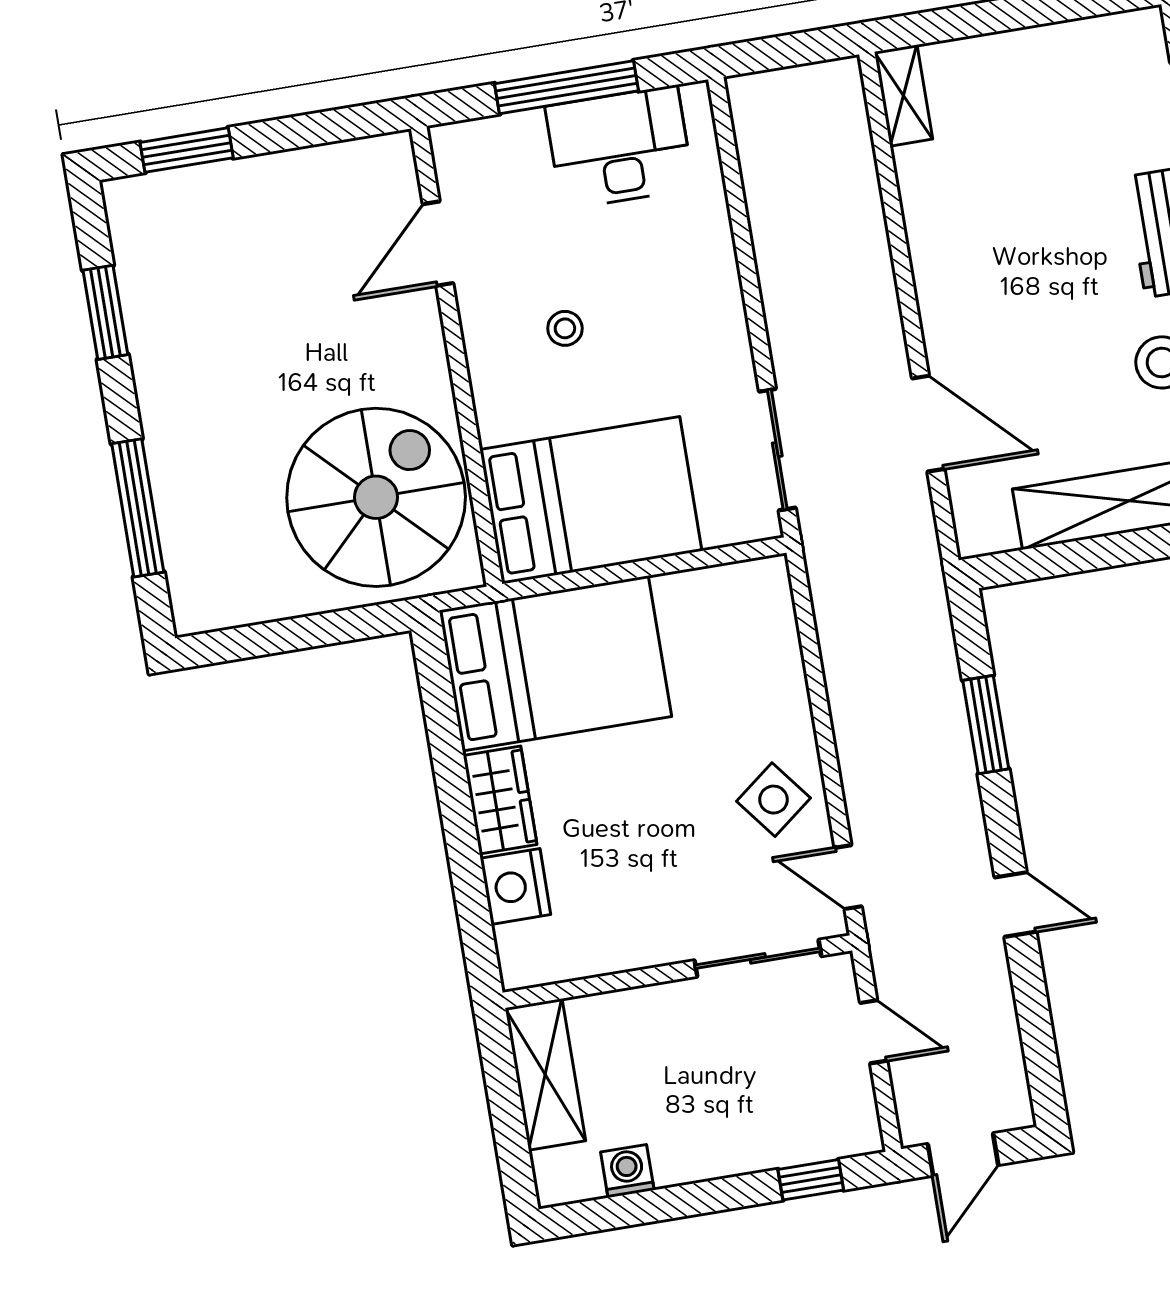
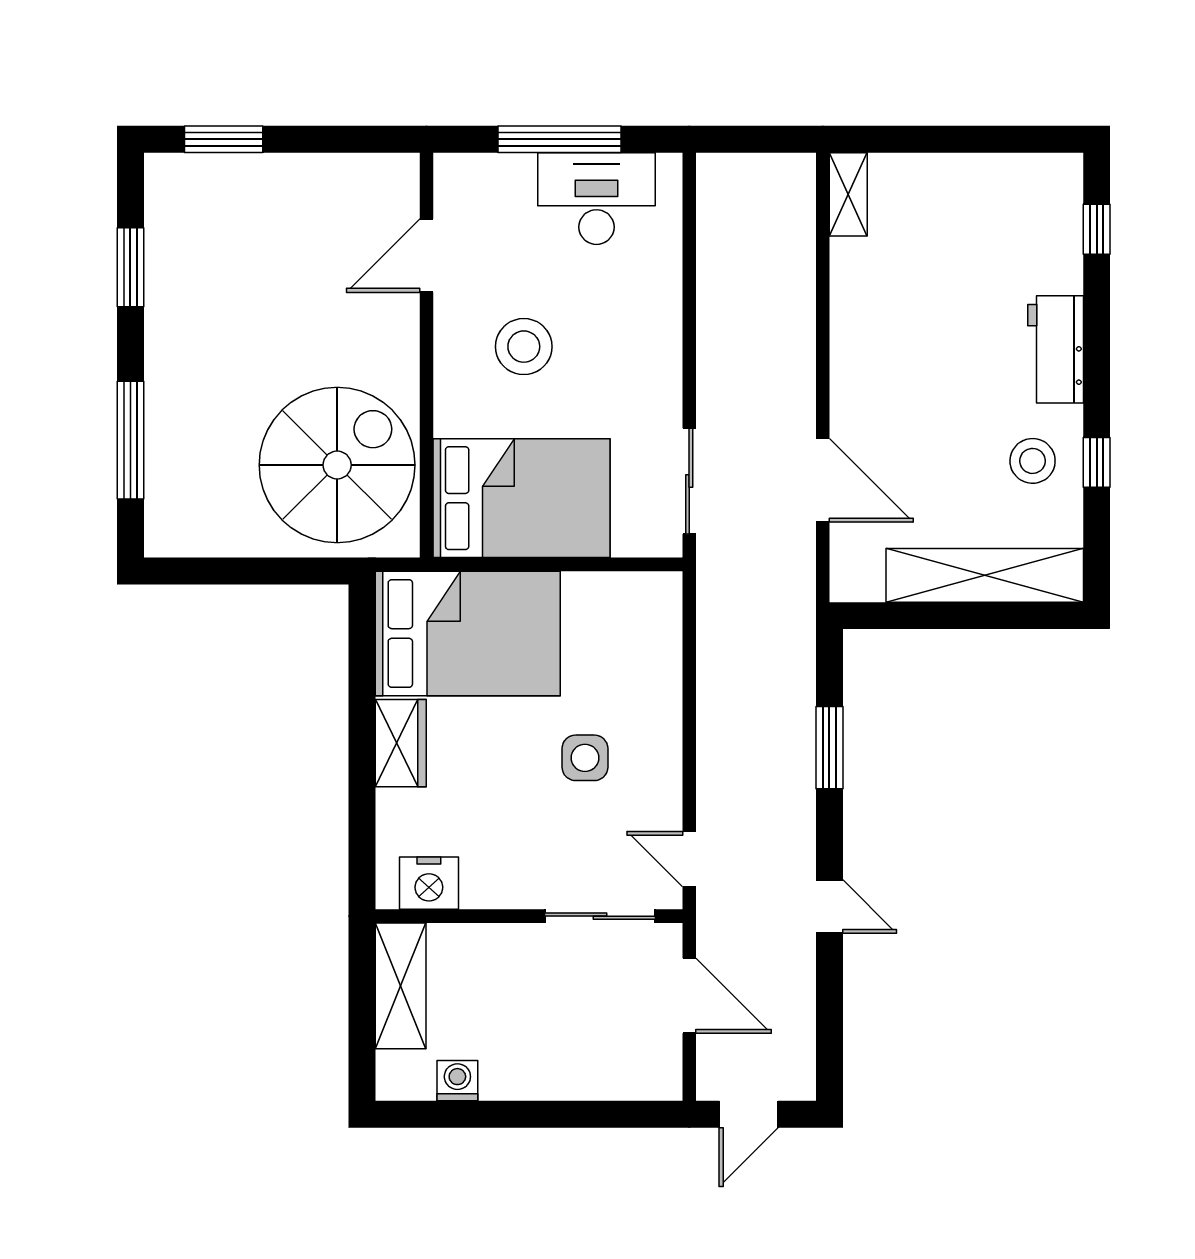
stool: (565, 328) -> (524, 347), width x1.89, depth x1.89
side table: (773, 800) -> (585, 758), moved, turned 38
nightstand: (515, 886) -> (429, 883), moved, turned -90
door: (874, 1032) -> (689, 996), width x1.38
window: (811, 1180) -> (614, 1114), removed

